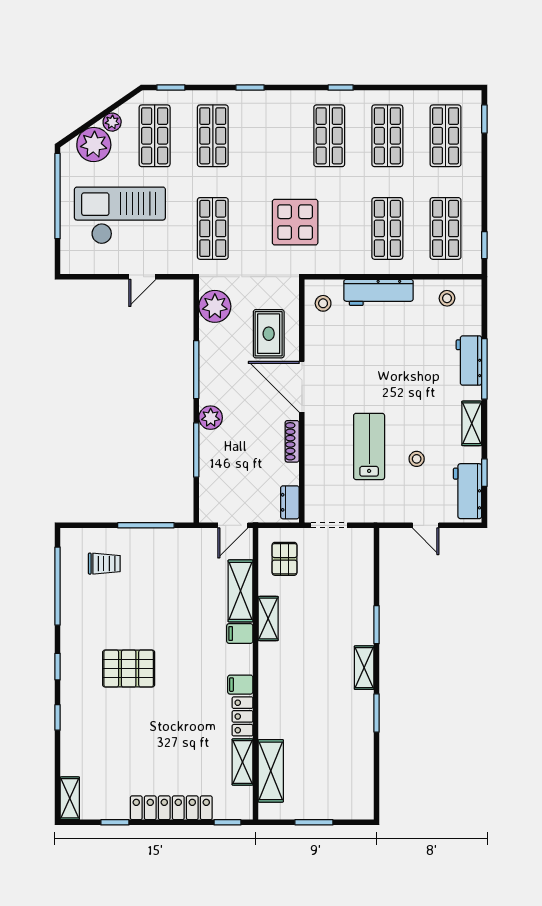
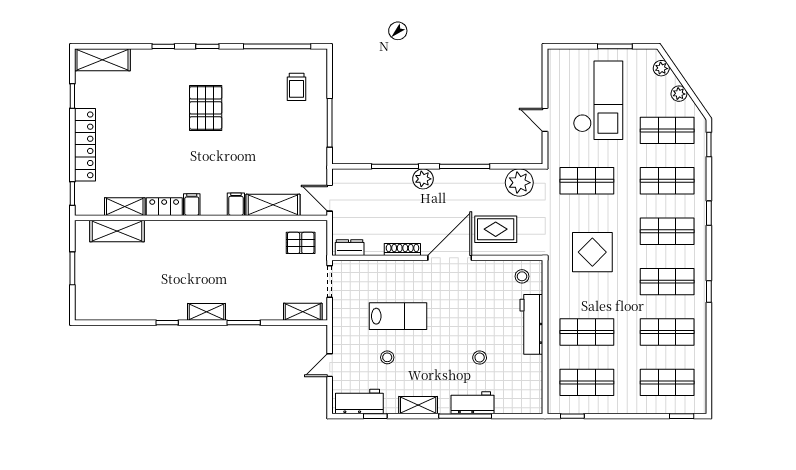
shop shelf: (271, 136) -> (667, 231), added
plant: (94, 145) -> (661, 68), width x0.53, depth x0.53
window: (58, 196) -> (615, 46), width x0.47
stool: (447, 298) -> (480, 357), moved
shelving: (268, 618) -> (303, 312), moved
window: (377, 713) -> (167, 323), width x0.67
shelving: (70, 798) -> (102, 60), width x1.50, depth x1.33

